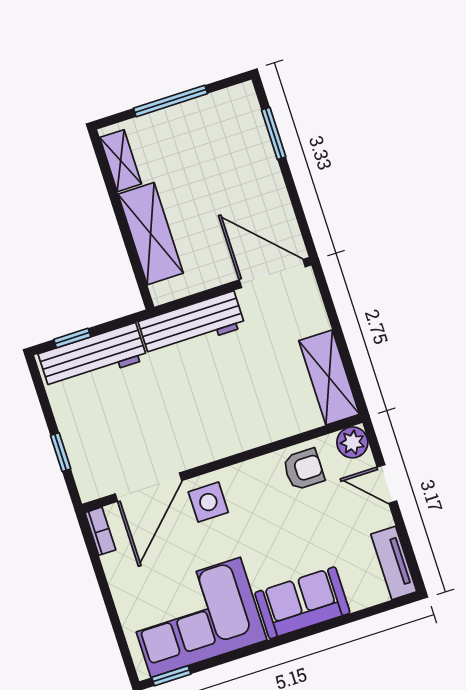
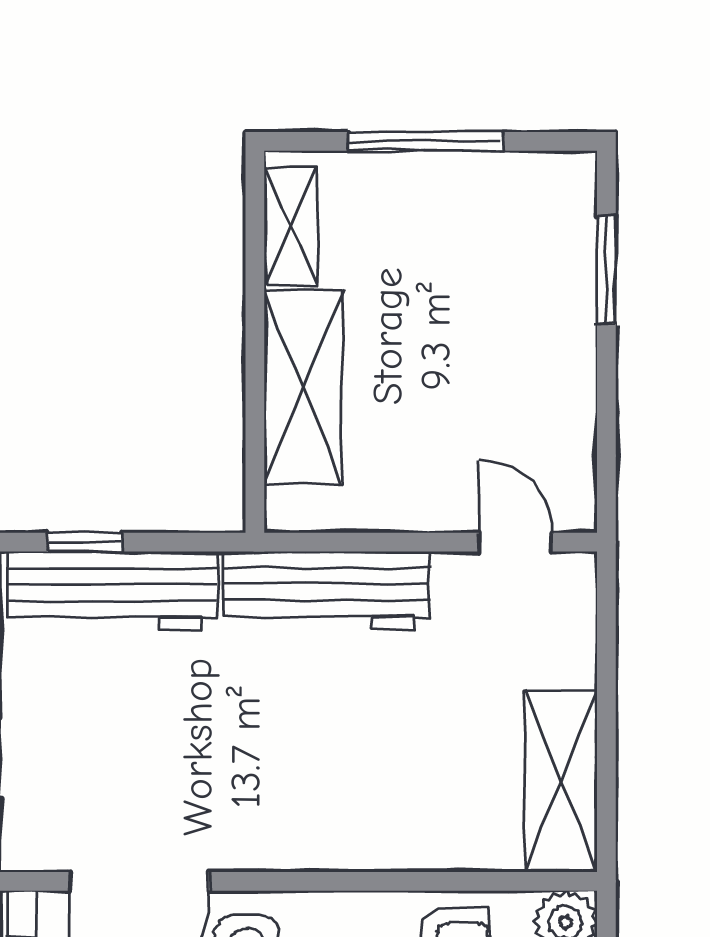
door: (272, 273) -> (515, 542), width x0.53

